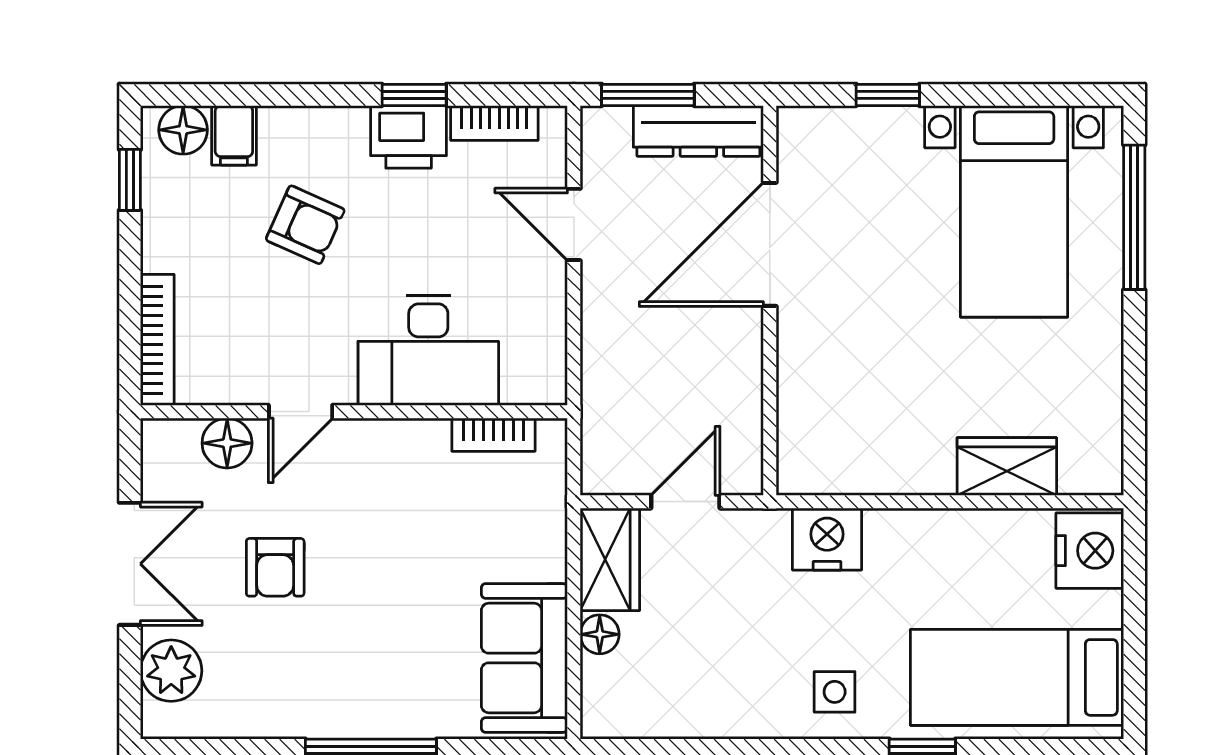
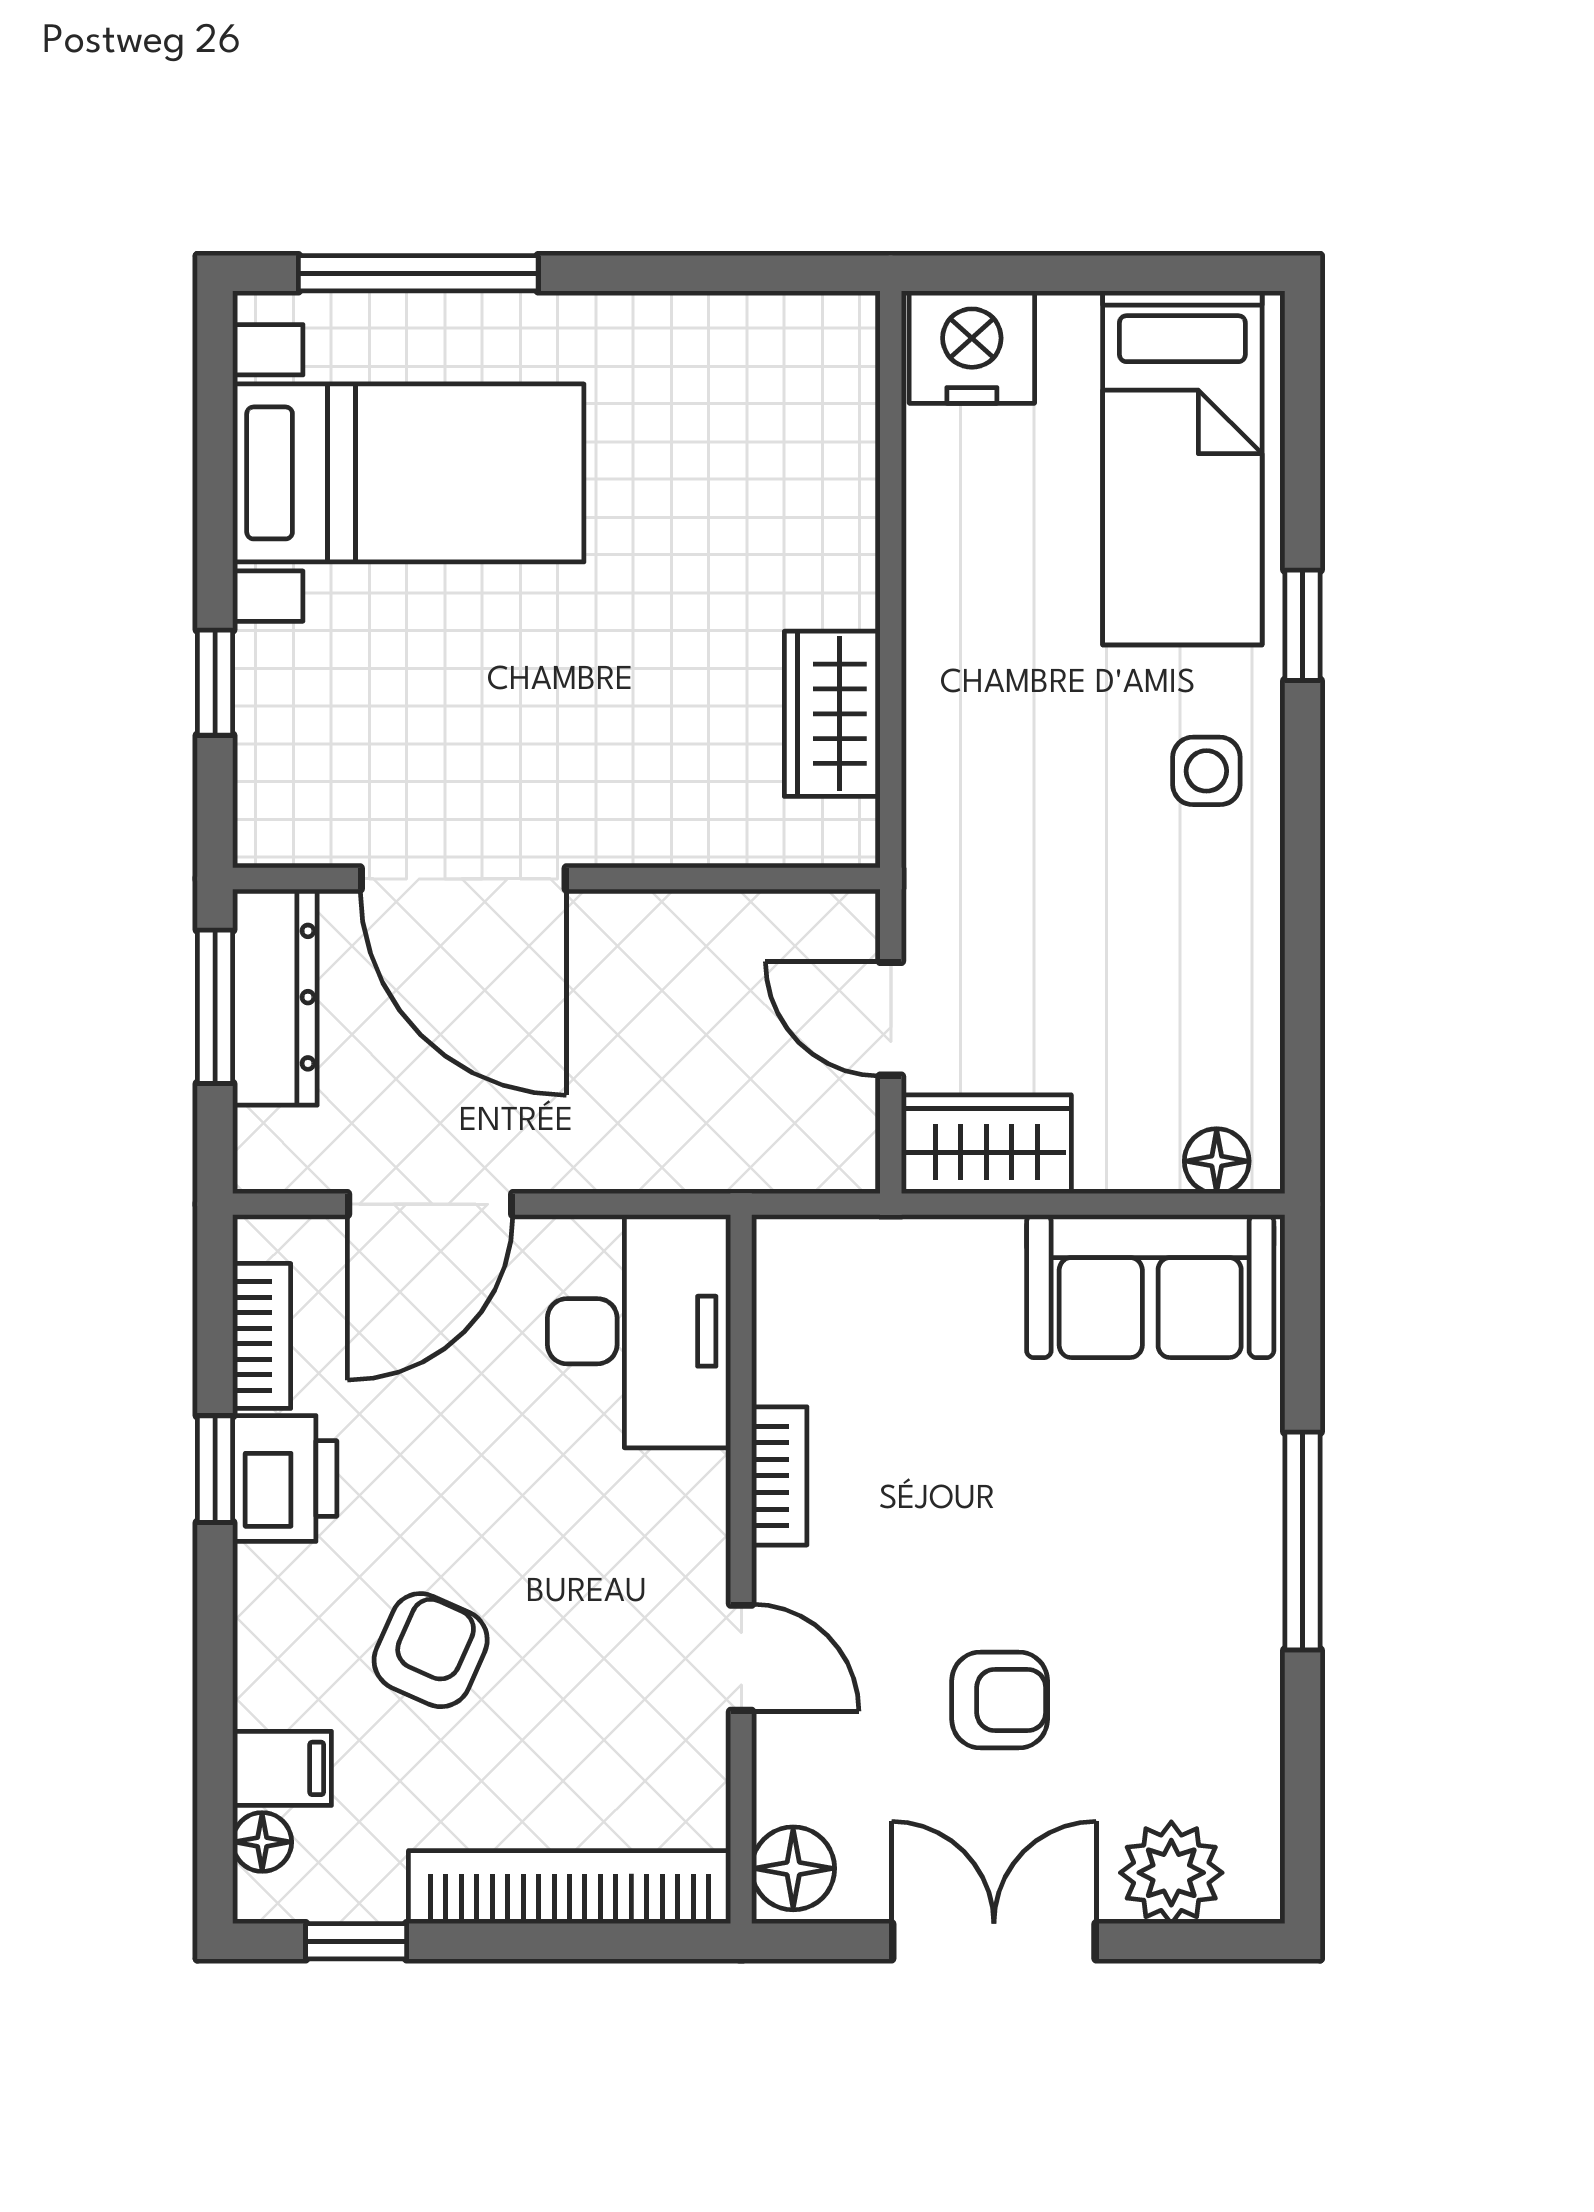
window: (648, 95) -> (215, 1007), moved
floor lamp: (183, 130) -> (262, 1842), width x0.73, depth x0.73
door: (574, 224) -> (430, 1204), width x1.38
bookcase: (157, 340) -> (570, 1887), width x1.48, depth x1.31
desk: (428, 350) -> (639, 1331), moved
bookcase: (493, 435) -> (779, 1476), moved
floor lamp: (227, 443) -> (793, 1868), moved
wardrobe: (1007, 467) -> (832, 714), moved
nightstand: (827, 539) -> (953, 784), removed
floor lamp: (600, 634) -> (1217, 1161), moved

